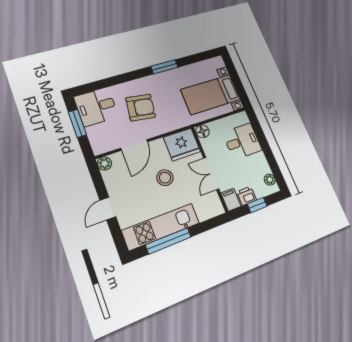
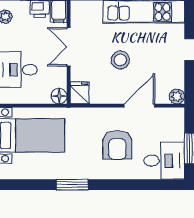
armchair: (141, 108) -> (117, 145), turned -98
fridge: (182, 144) -> (80, 93), width x0.53, depth x0.75
double door: (211, 173) -> (69, 47), swing flipped

